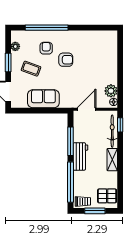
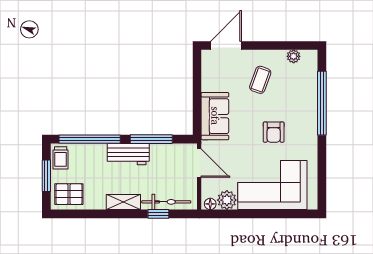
armchair: (46, 48) -> (291, 103), removed
corner sofa: (101, 61) -> (272, 185), added
window: (8, 63) -> (269, 45), removed
sofa: (43, 99) -> (215, 116), moved
window: (120, 125) -> (158, 214), moved
pallet: (107, 196) -> (69, 194), turned 90

